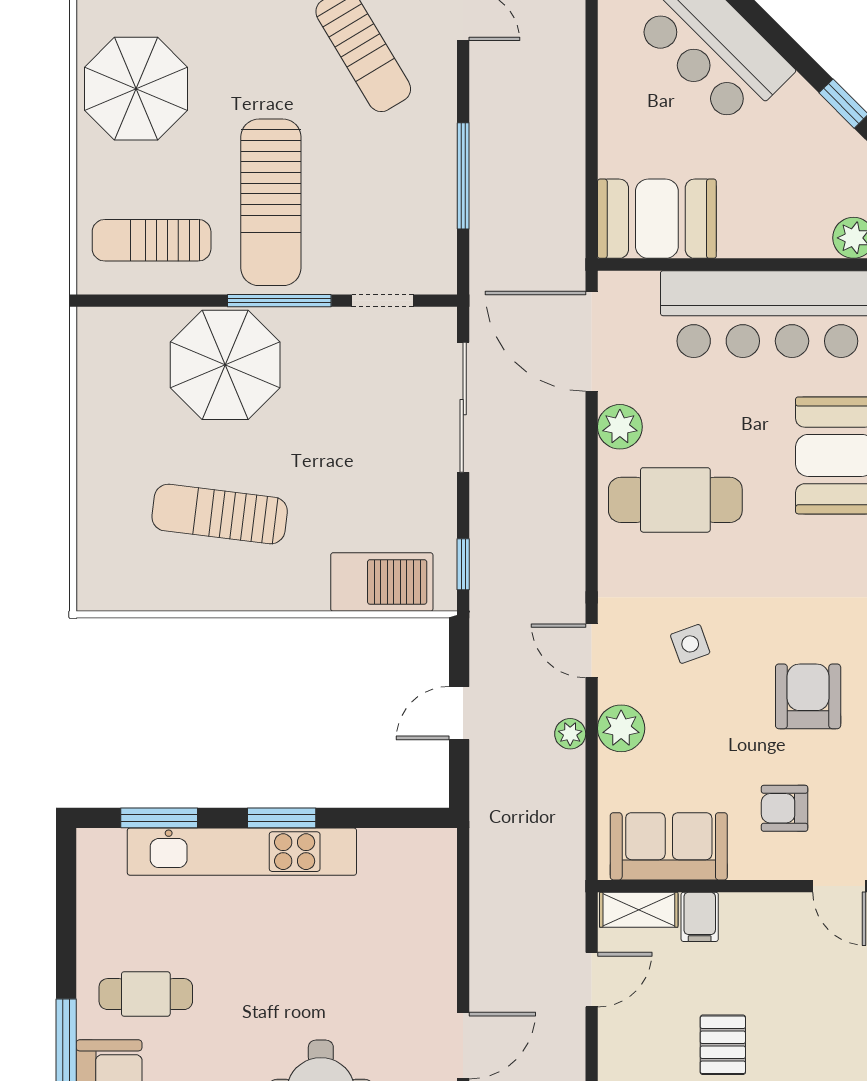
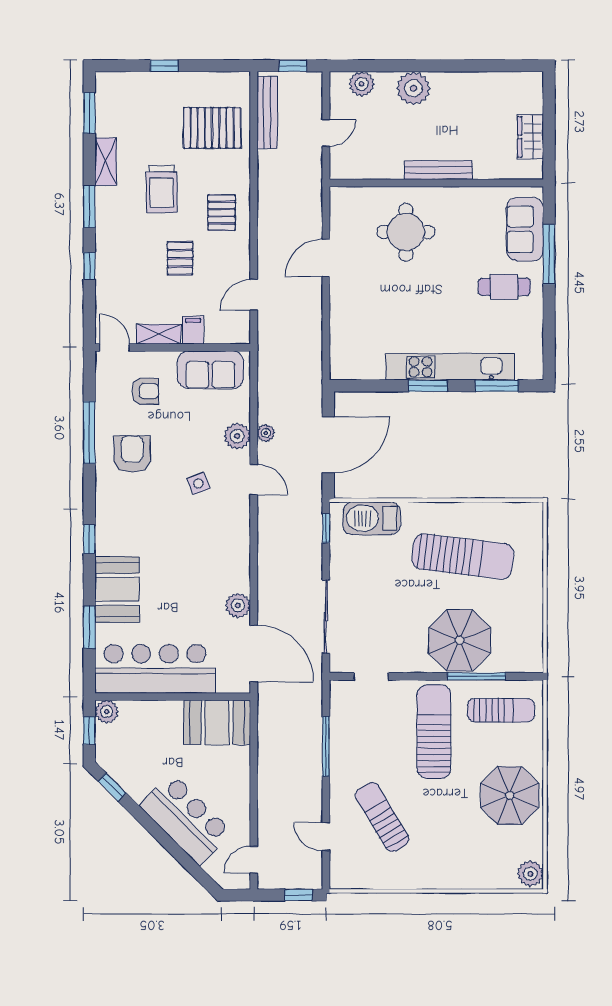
window: (279, 301) -> (477, 676), moved
cafe table: (675, 500) -> (207, 564), removed
sun lounger: (220, 514) -> (463, 556), width x1.36, depth x1.34
armchair: (808, 696) -> (132, 454), turned 180
door: (459, 713) -> (328, 445), width x1.87
shelving: (639, 910) -> (159, 334), moved

